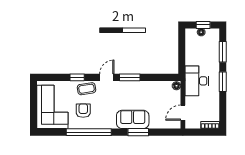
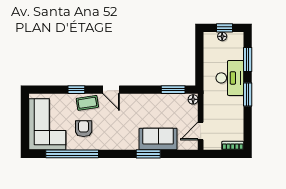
door: (107, 77) -> (111, 90), swing flipped
window: (130, 77) -> (173, 90), moved
desk: (197, 81) -> (230, 78), moved, turned 180
sofa: (133, 119) -> (158, 139), moved
window: (89, 132) -> (72, 154), moved

